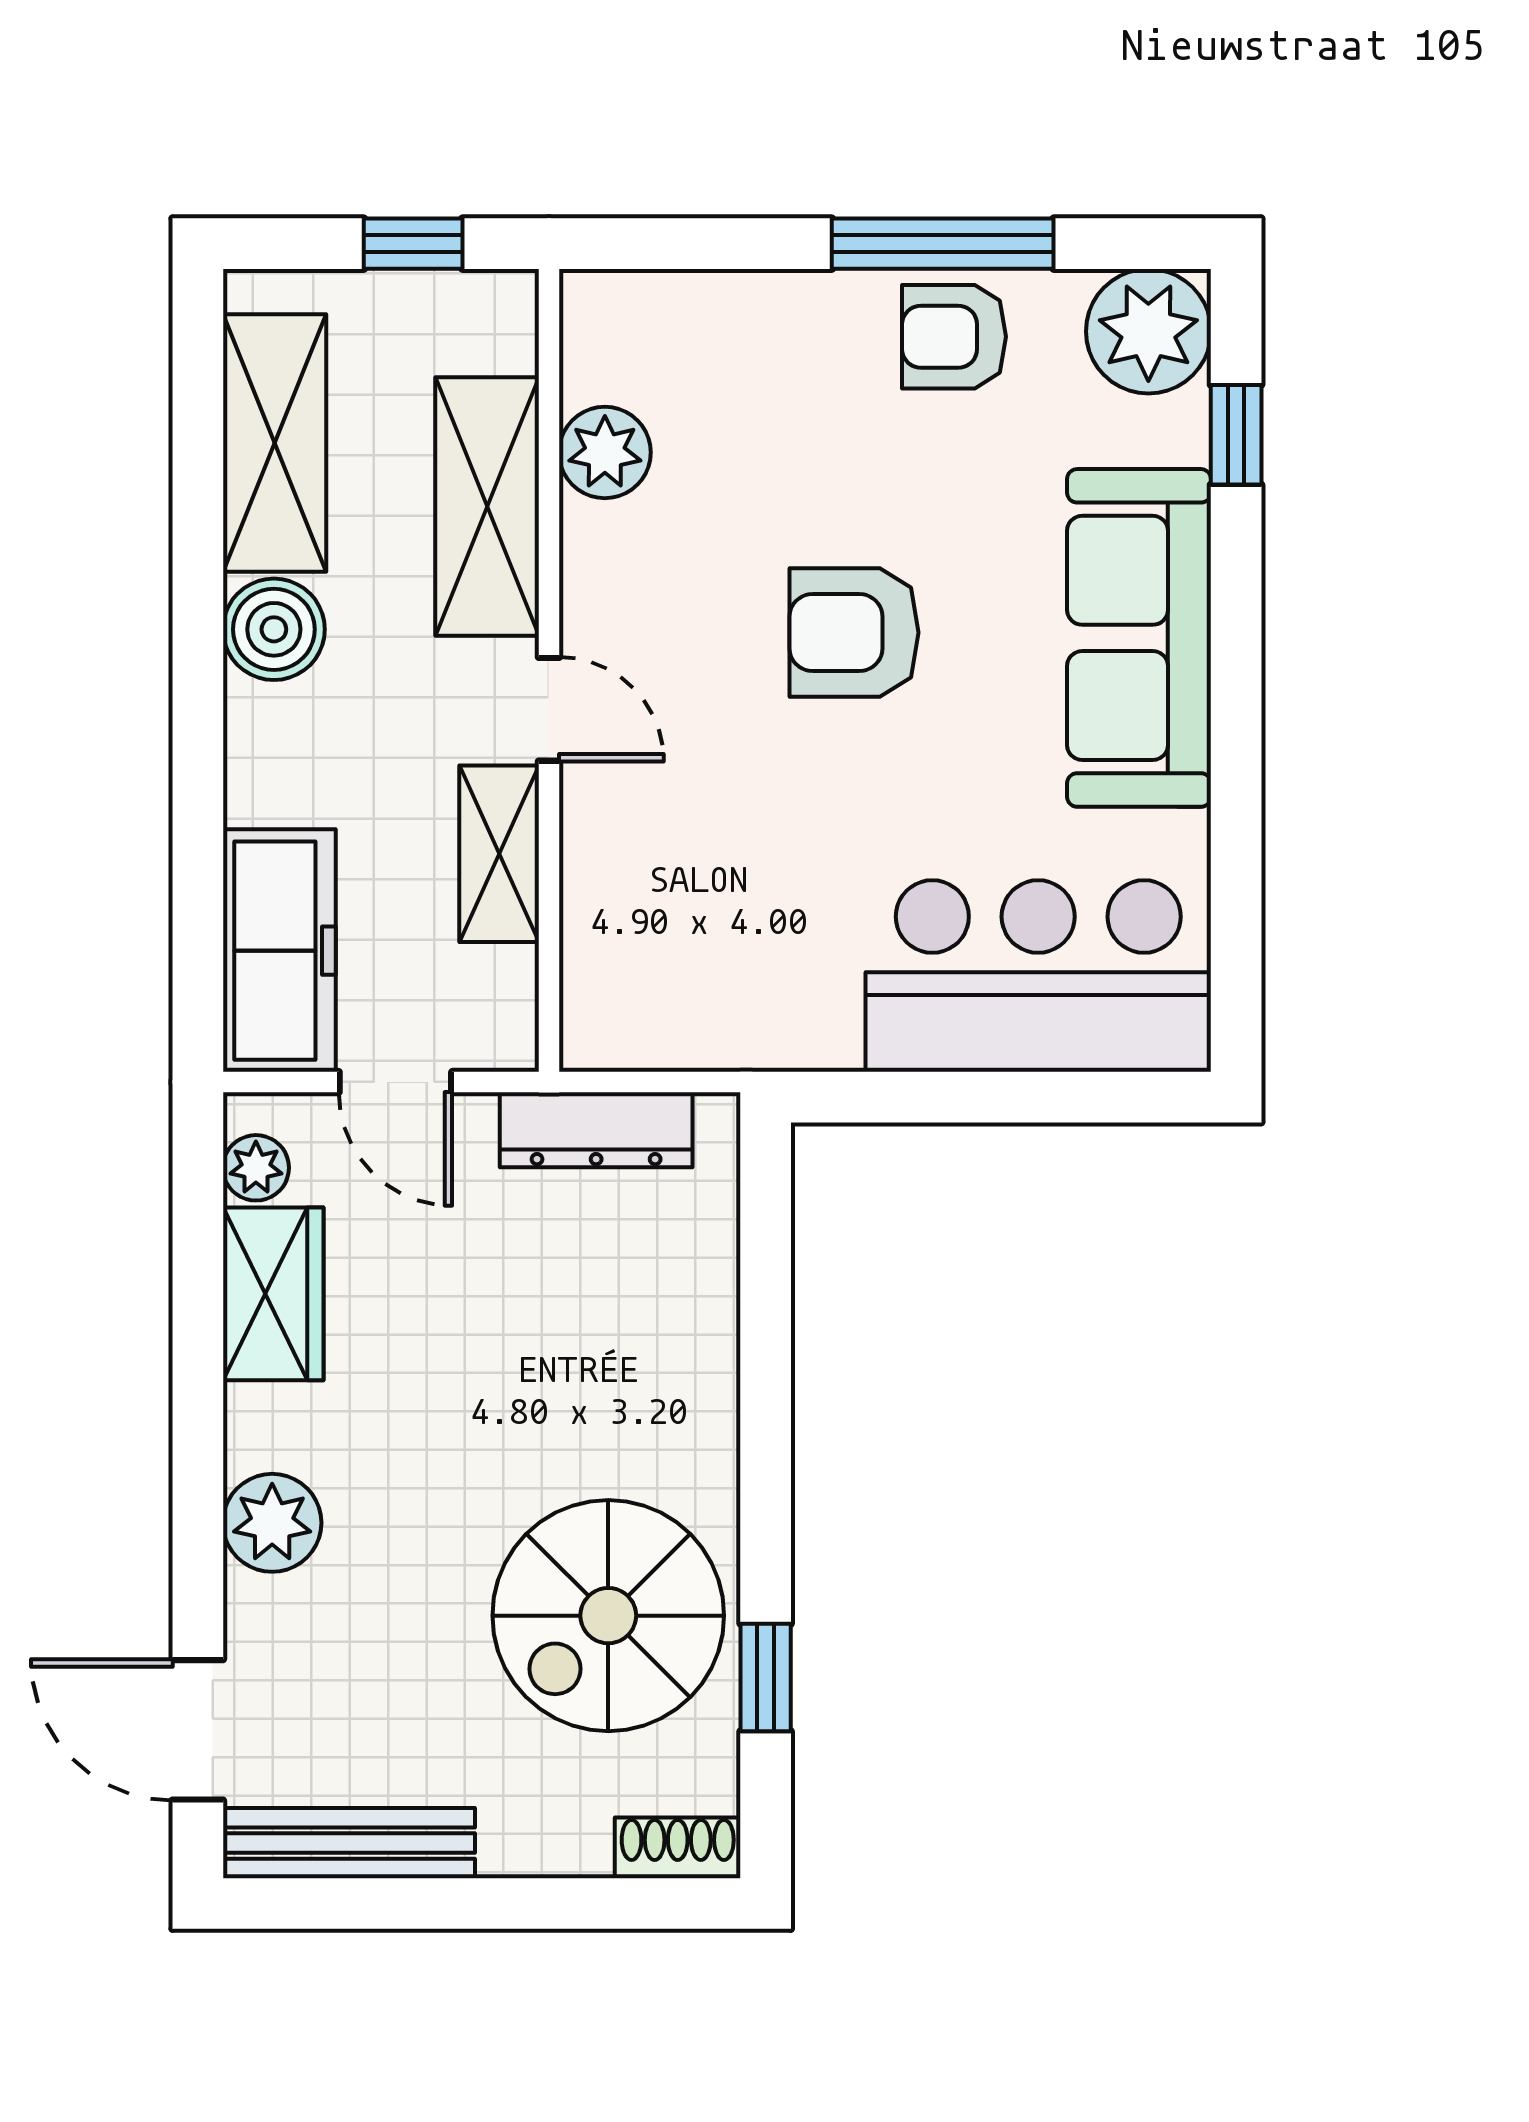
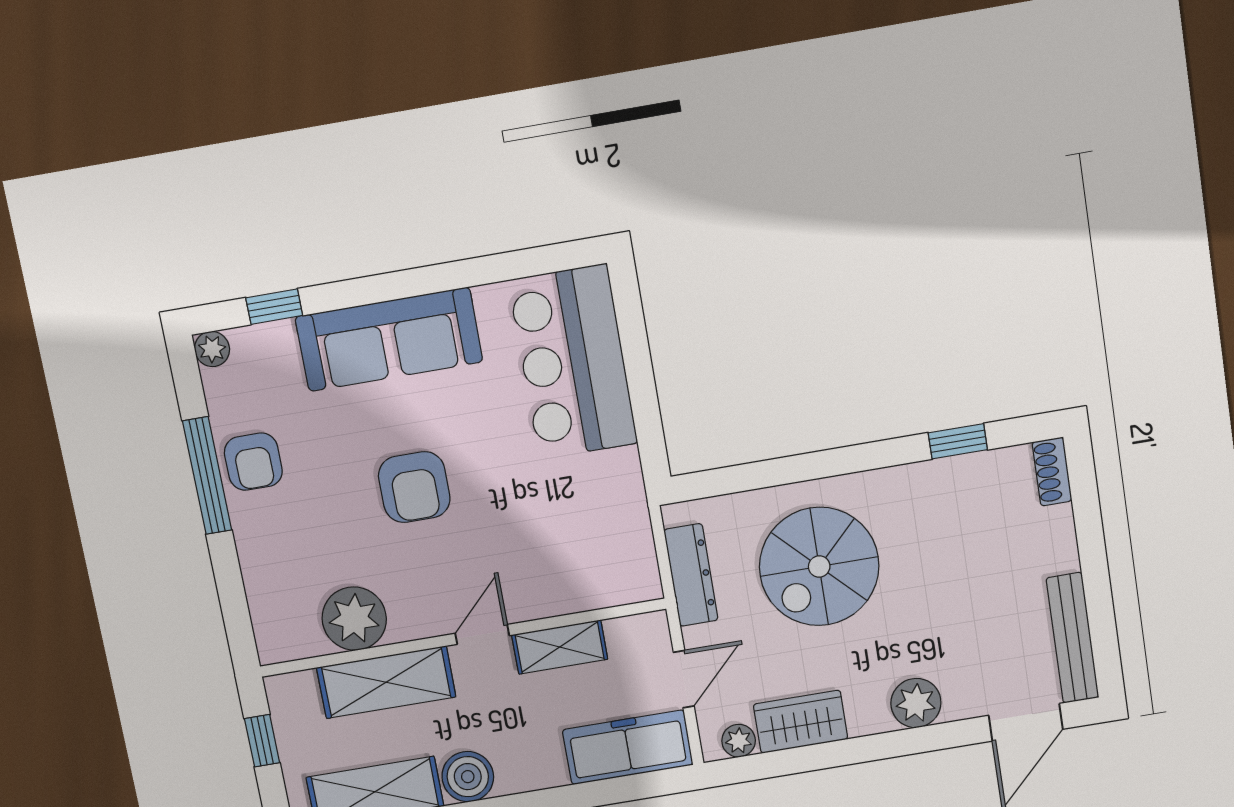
plant: (1148, 331) -> (212, 349), width x0.53, depth x0.53
plant: (605, 452) -> (354, 619), width x1.36, depth x1.36
spiral stairs: (608, 1616) -> (819, 567), moved, turned 90

